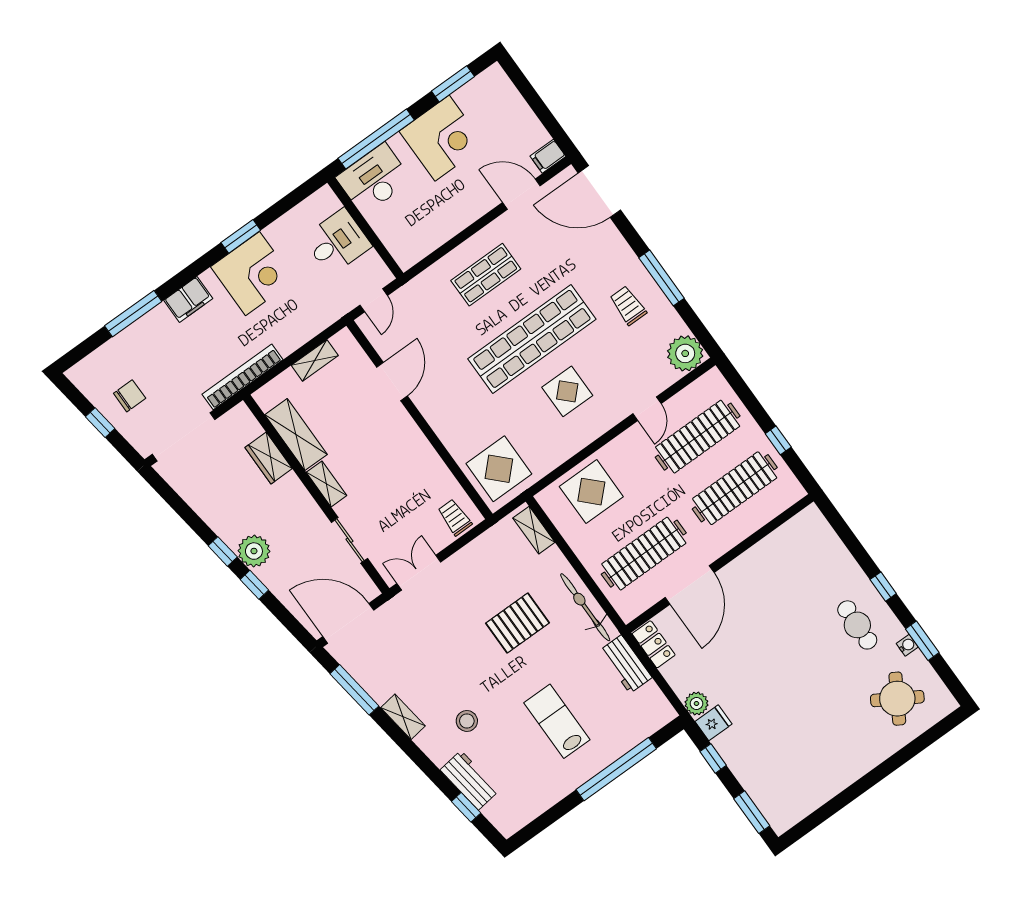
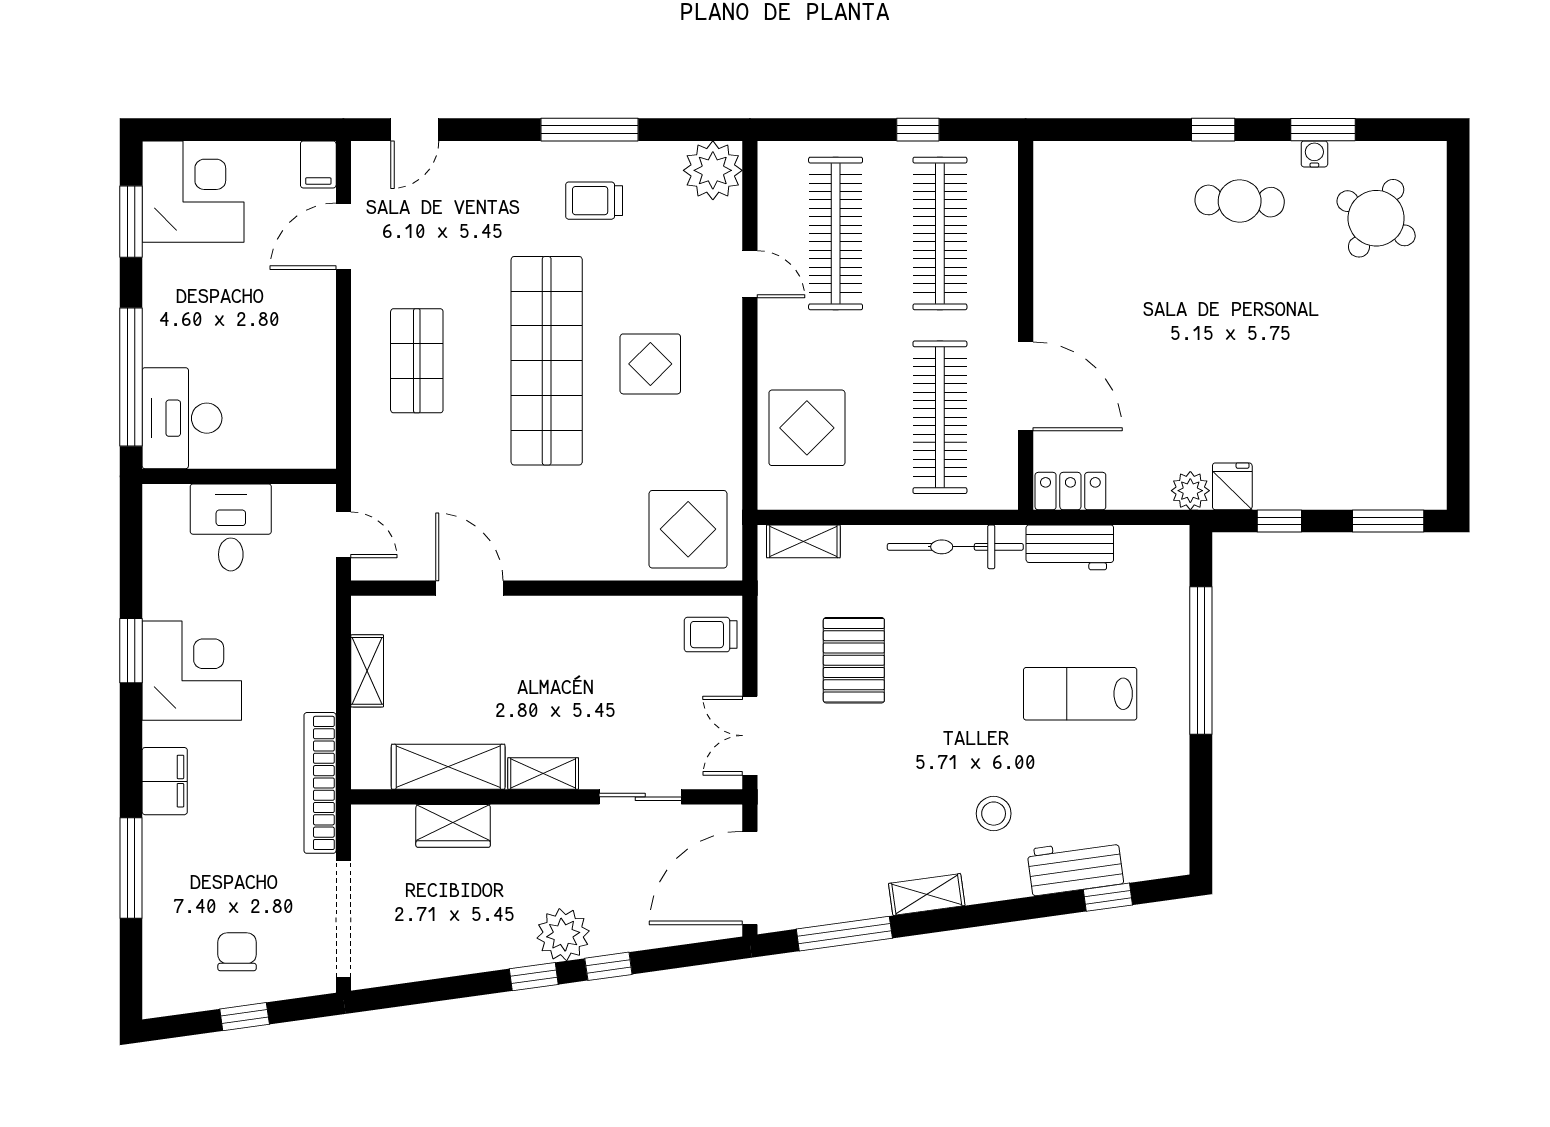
corner desk: (442, 138) -> (193, 192), moved
door: (599, 192) -> (415, 130), width x0.53
pallet: (517, 623) -> (854, 660), moved

